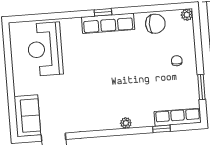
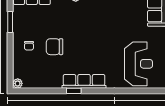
window: (103, 12) -> (74, 91), moved
chair: (155, 24) -> (55, 47), moved

